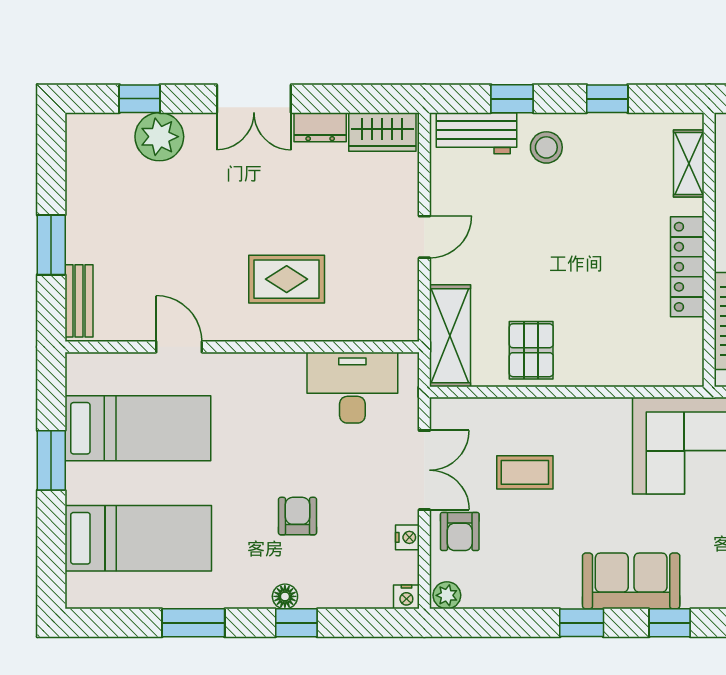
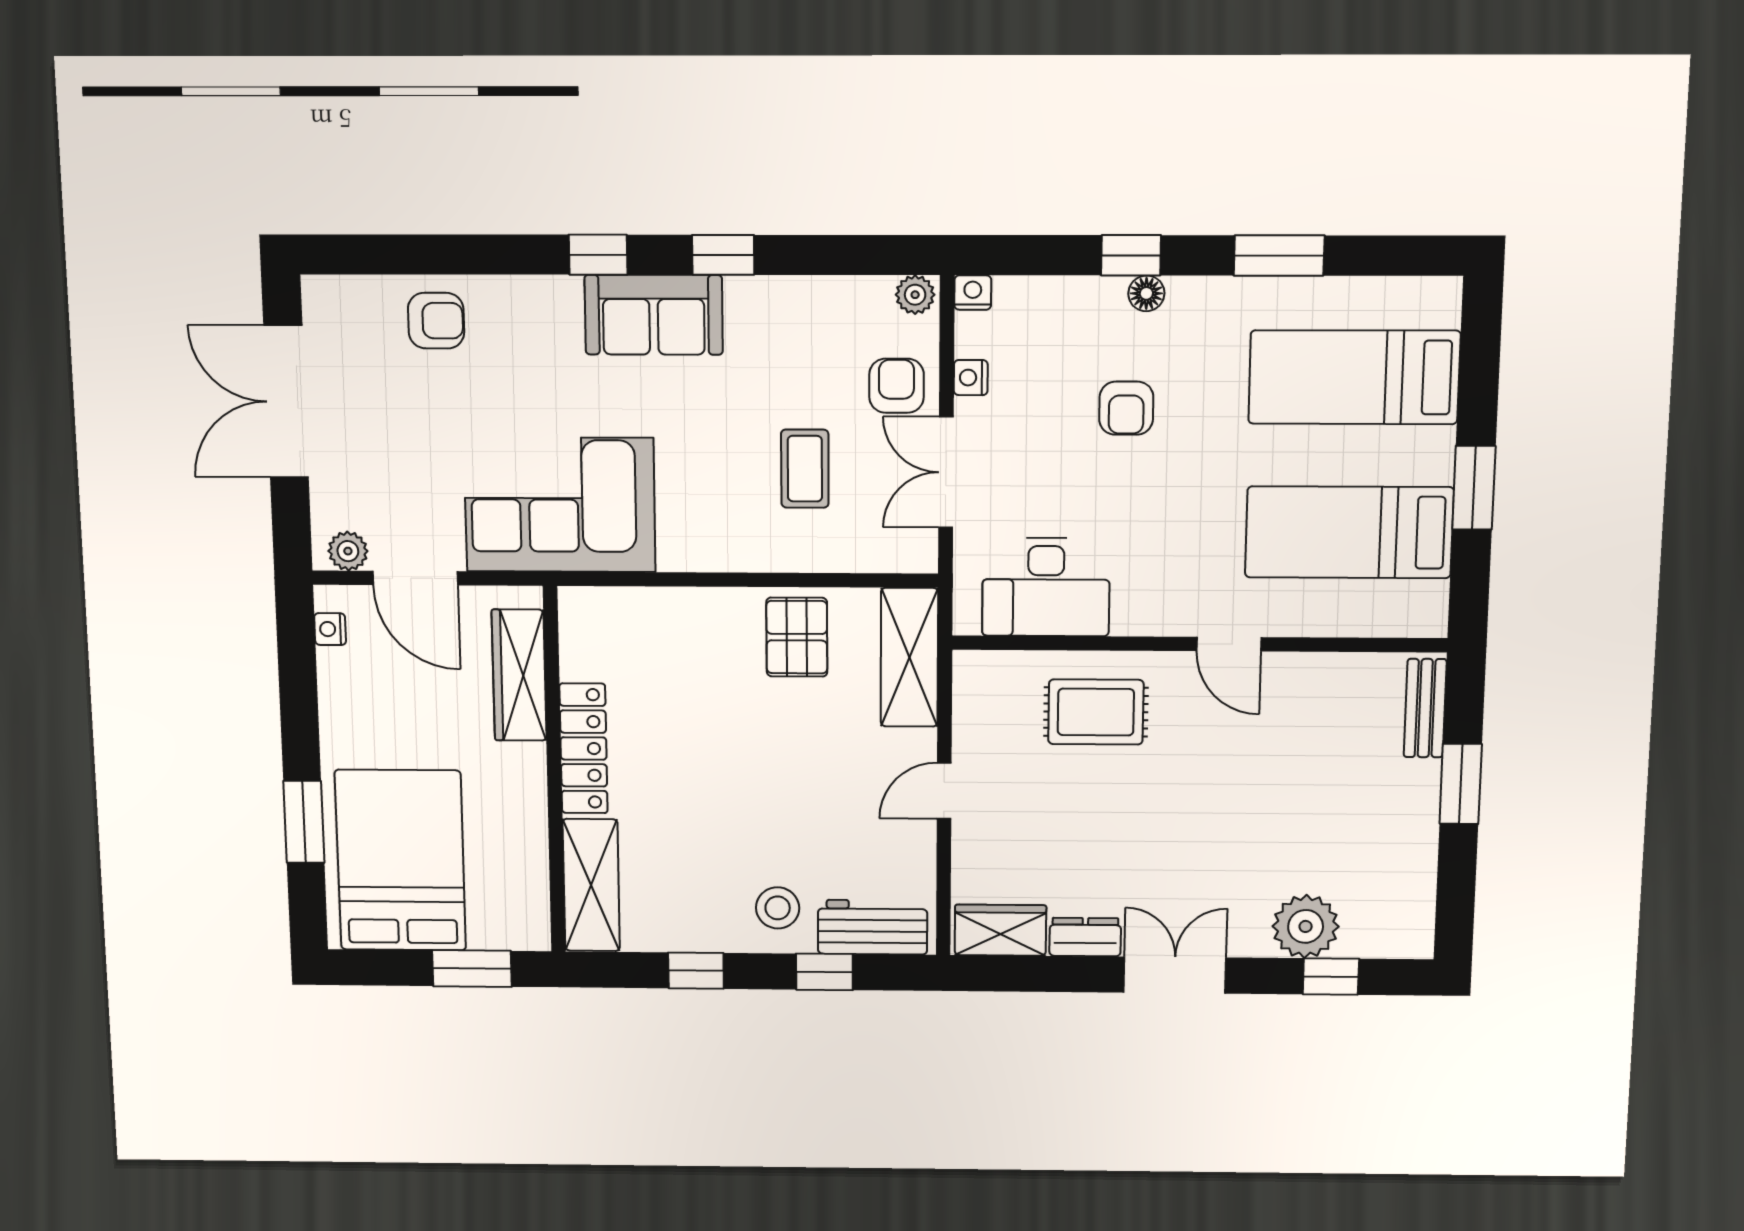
shelving: (689, 164) -> (591, 885), width x1.50, depth x1.33
rug: (287, 279) -> (1096, 712), moved
door: (179, 347) -> (1229, 644), moved
coffee table: (525, 472) -> (805, 469), turned 90

